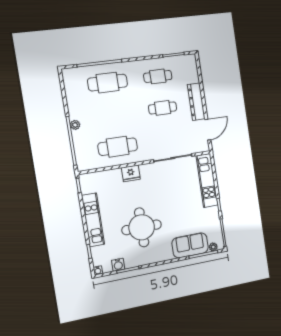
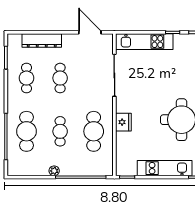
dresser: (196, 102) -> (42, 41), moved
cafe table: (113, 115) -> (60, 131), added
plant: (75, 125) -> (54, 171), moved

